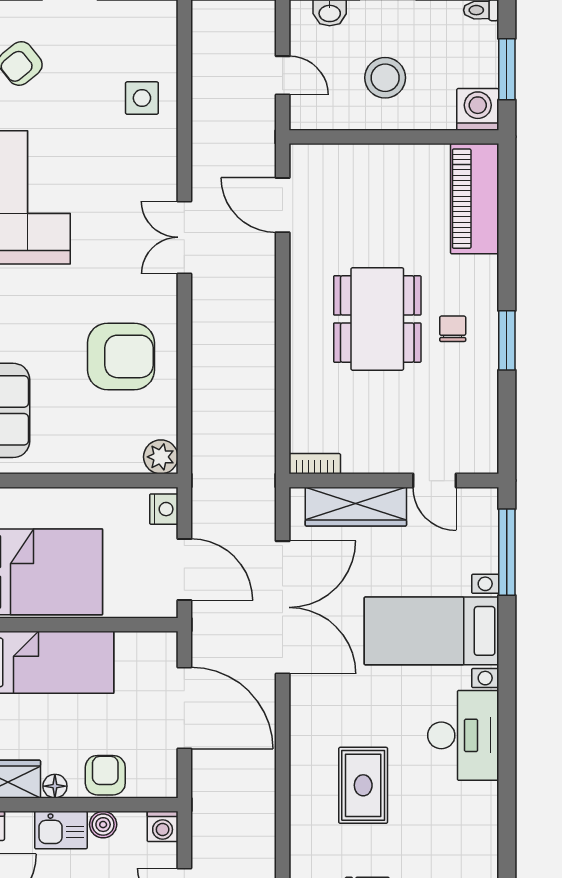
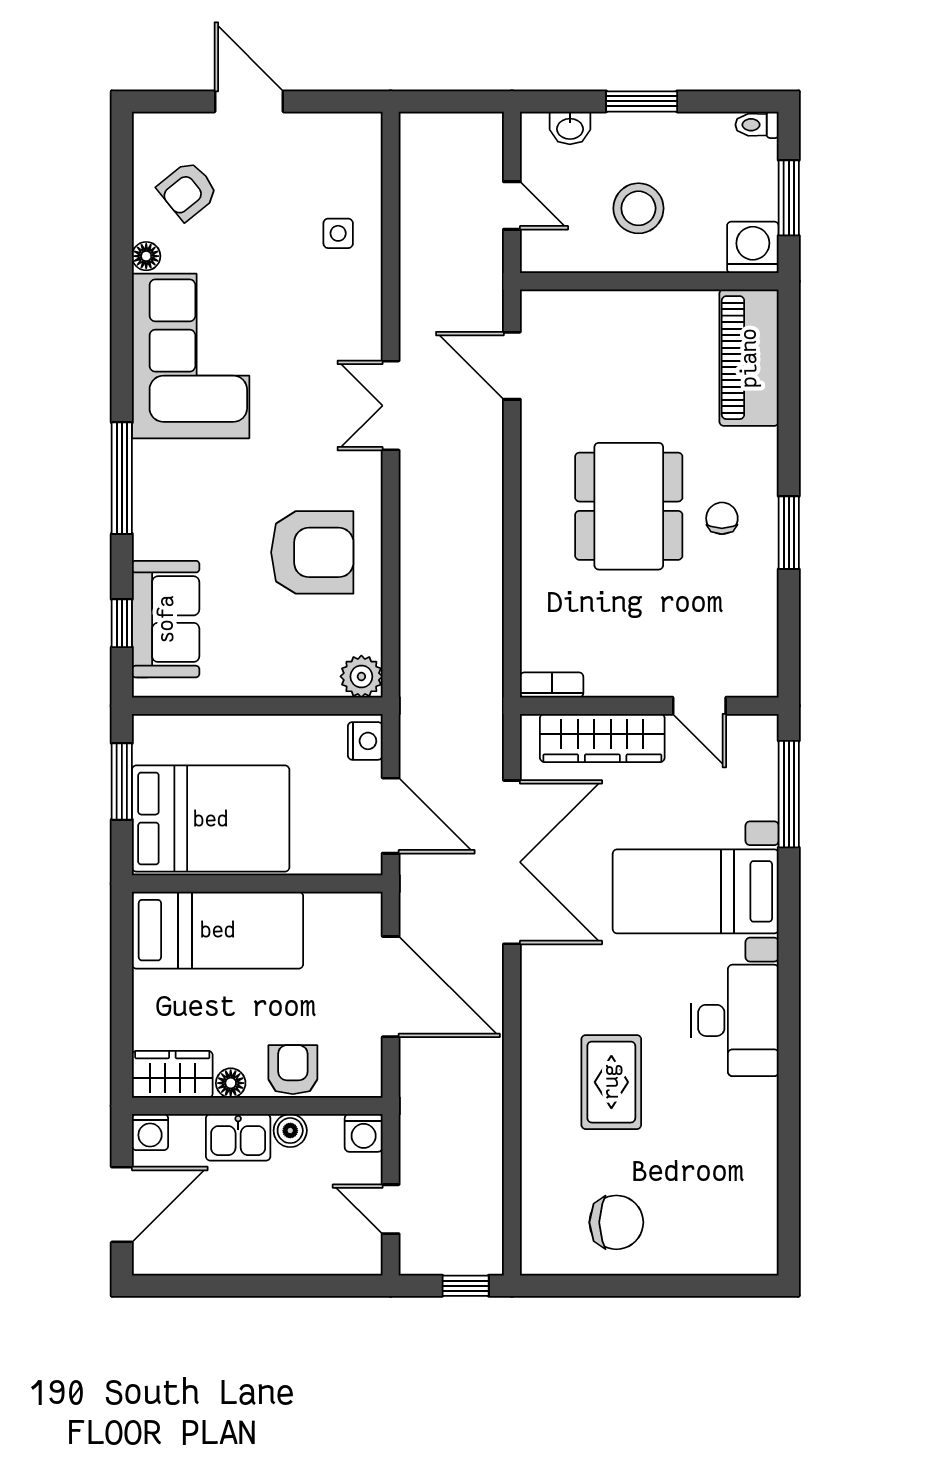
side table: (142, 98) -> (338, 233), width x0.73, depth x0.73

